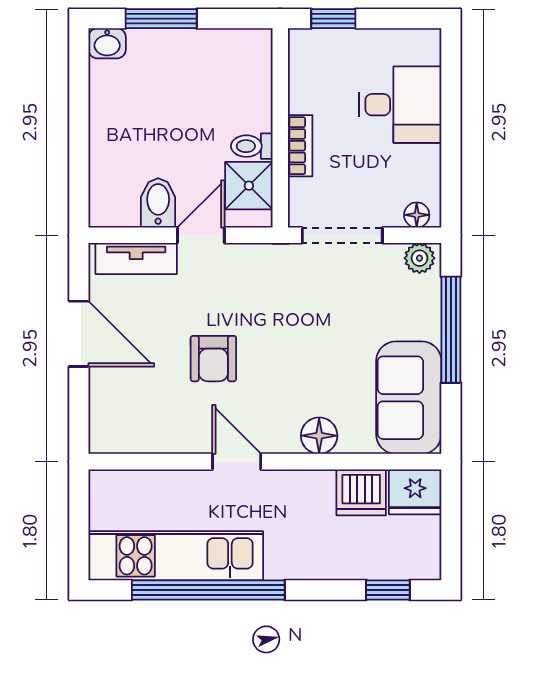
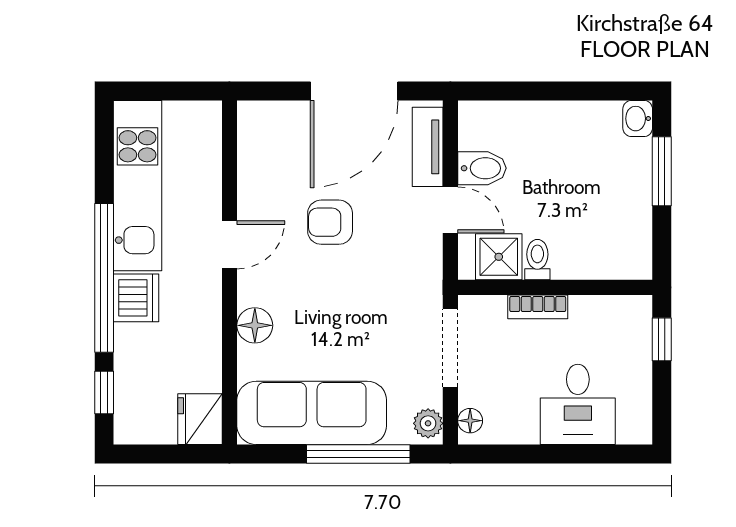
door: (79, 334) -> (354, 91), width x1.36
sofa: (409, 398) -> (312, 413), width x1.36
dishwasher: (361, 492) -> (136, 298), moved, turned 180
window: (208, 590) -> (104, 278), moved

